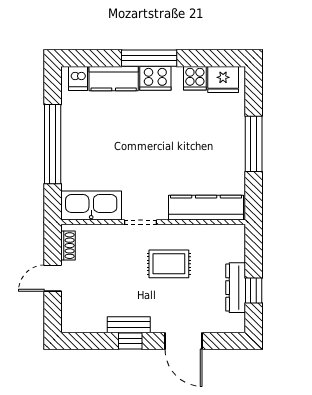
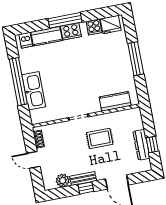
kitchen sink: (91, 206) -> (34, 91), moved, turned 90
kitchen counter: (206, 208) -> (115, 101), width x0.67
door: (53, 278) -> (33, 160), hinge flipped
plant: (94, 321) -> (63, 181), added

